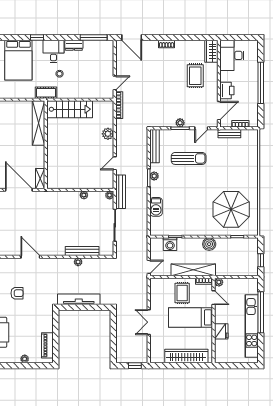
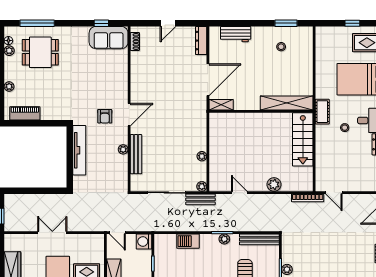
bench: (121, 192) -> (200, 199), width x0.73
washing machine: (170, 244) -> (144, 242), moved
door: (30, 257) -> (129, 115), moved
armchair: (17, 293) -> (105, 116), moved

